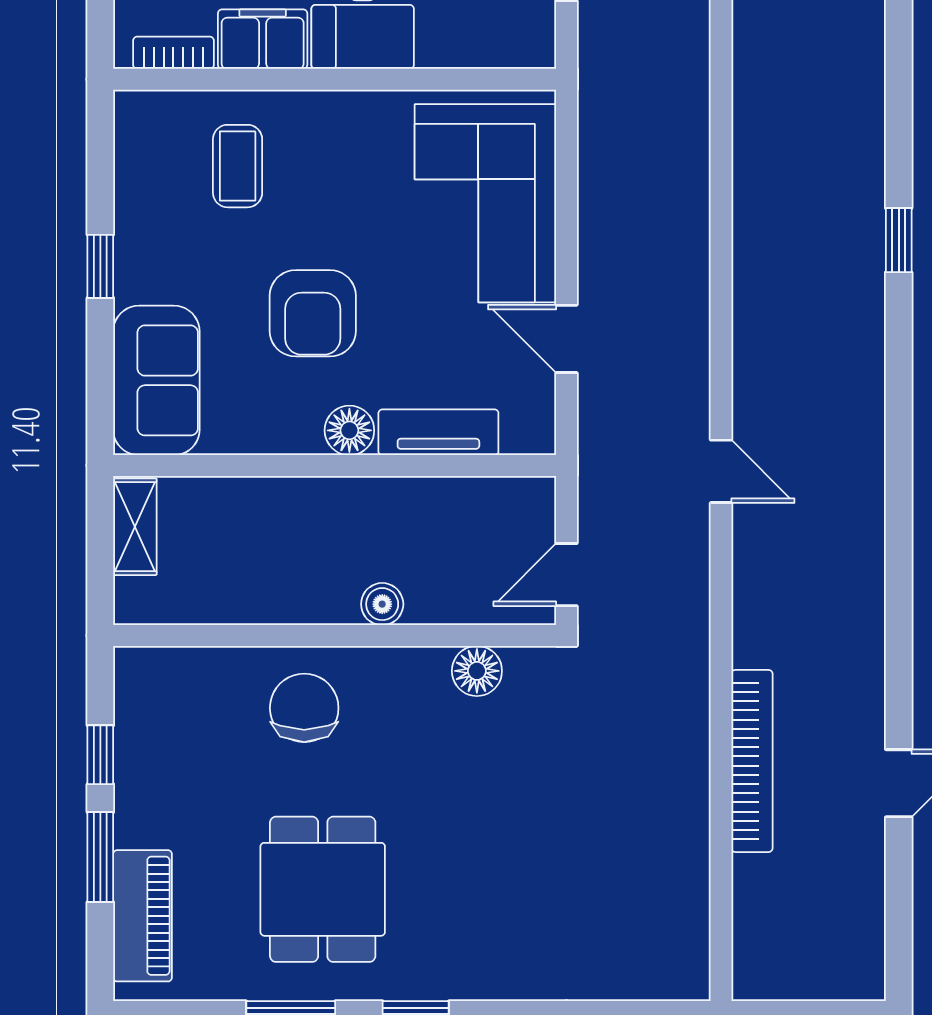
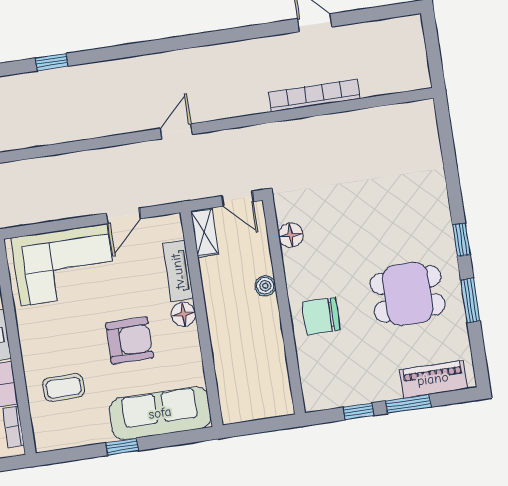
sofa: (156, 380) -> (160, 413), width x1.36
shelving: (135, 527) -> (205, 233), moved, turned 90

